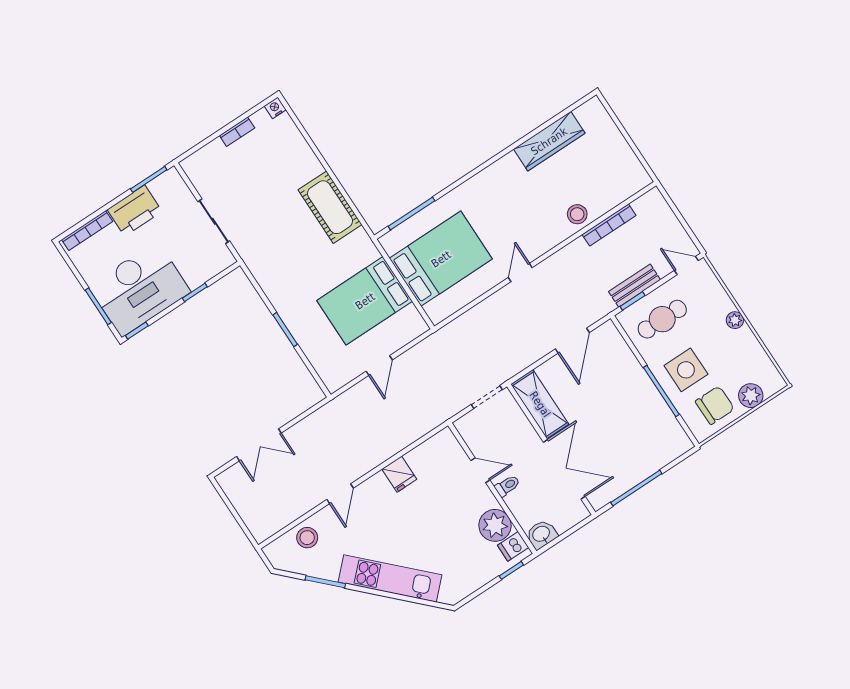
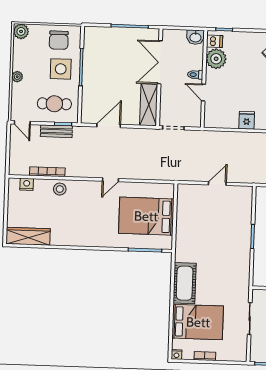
wardrobe: (549, 141) -> (28, 236), moved
nightstand: (624, 190) -> (27, 184), added
bed: (365, 301) -> (198, 322), moved
plant: (751, 396) -> (21, 31), moved
chair: (715, 405) -> (59, 40), turned -90

